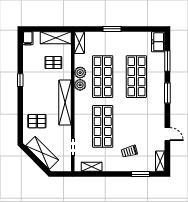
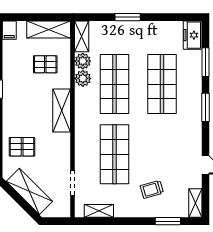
plant: (80, 85) -> (83, 61), moved
shelving: (65, 103) -> (62, 110), width x0.68

